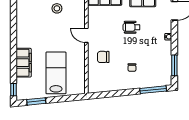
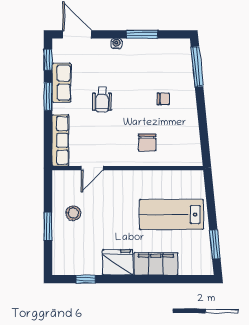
door: (86, 35) -> (92, 168), moved
fridge: (24, 37) -> (118, 262), added
window: (174, 65) -> (142, 34), moved
window: (13, 90) -> (86, 279), moved

